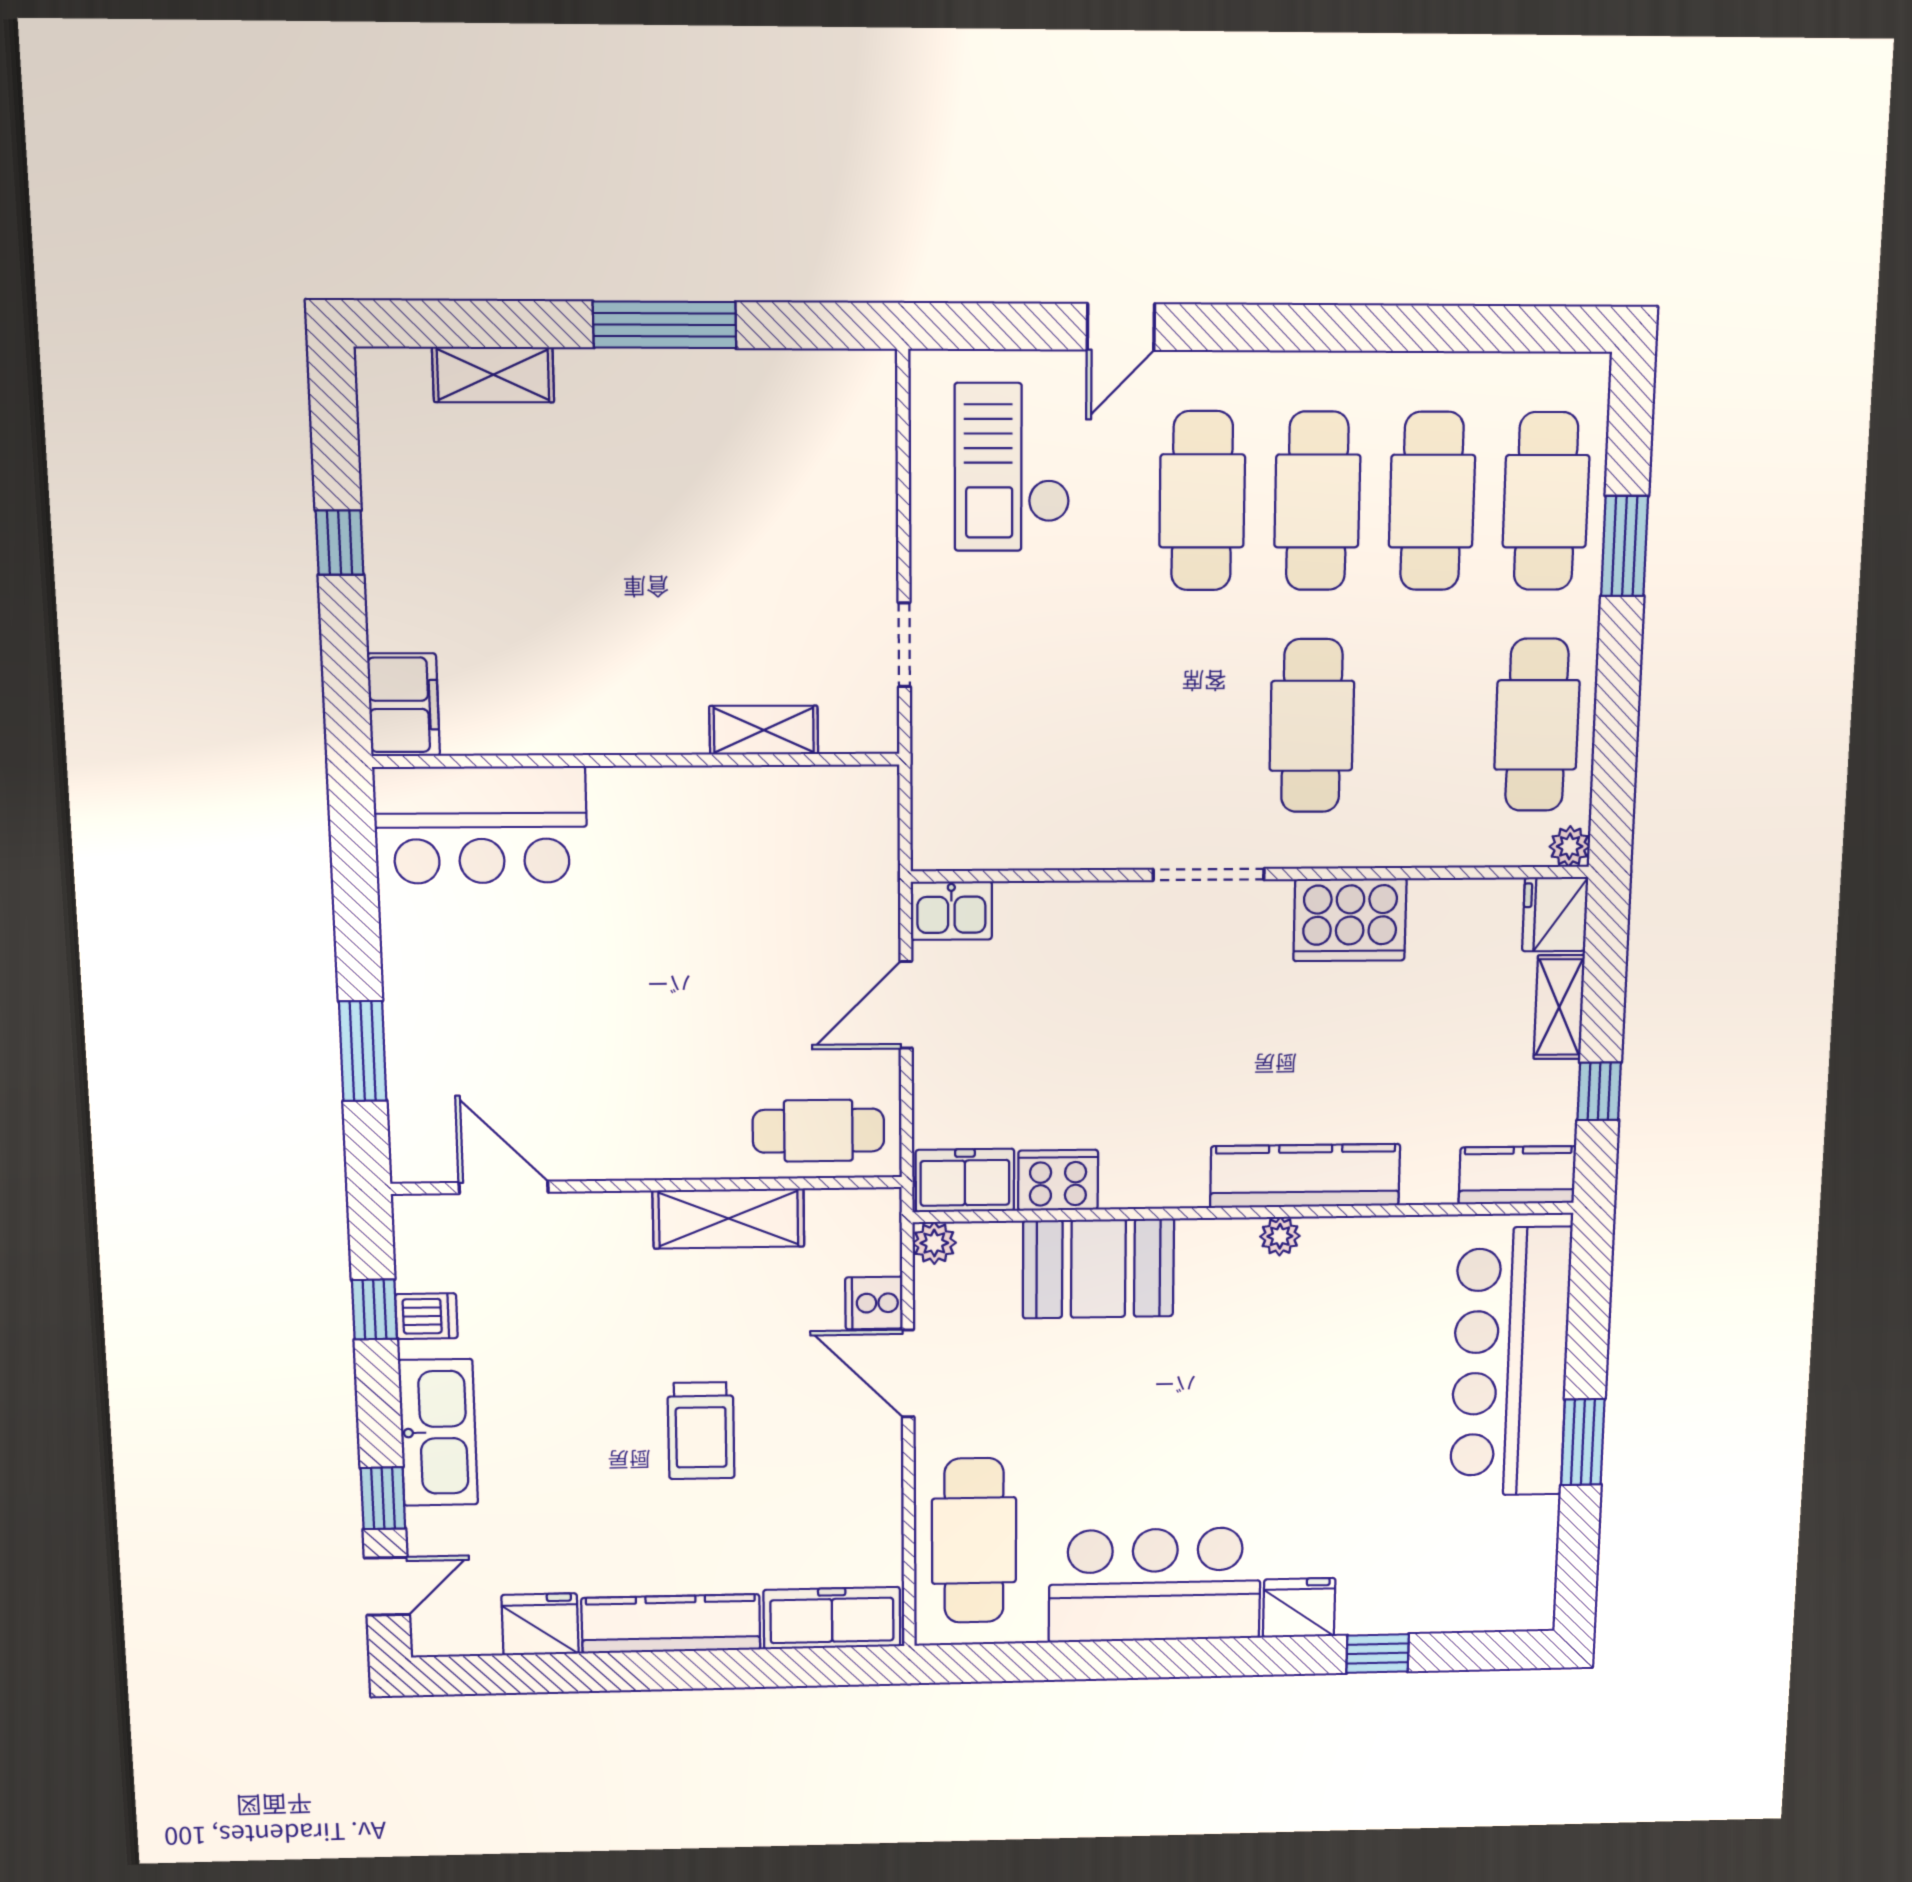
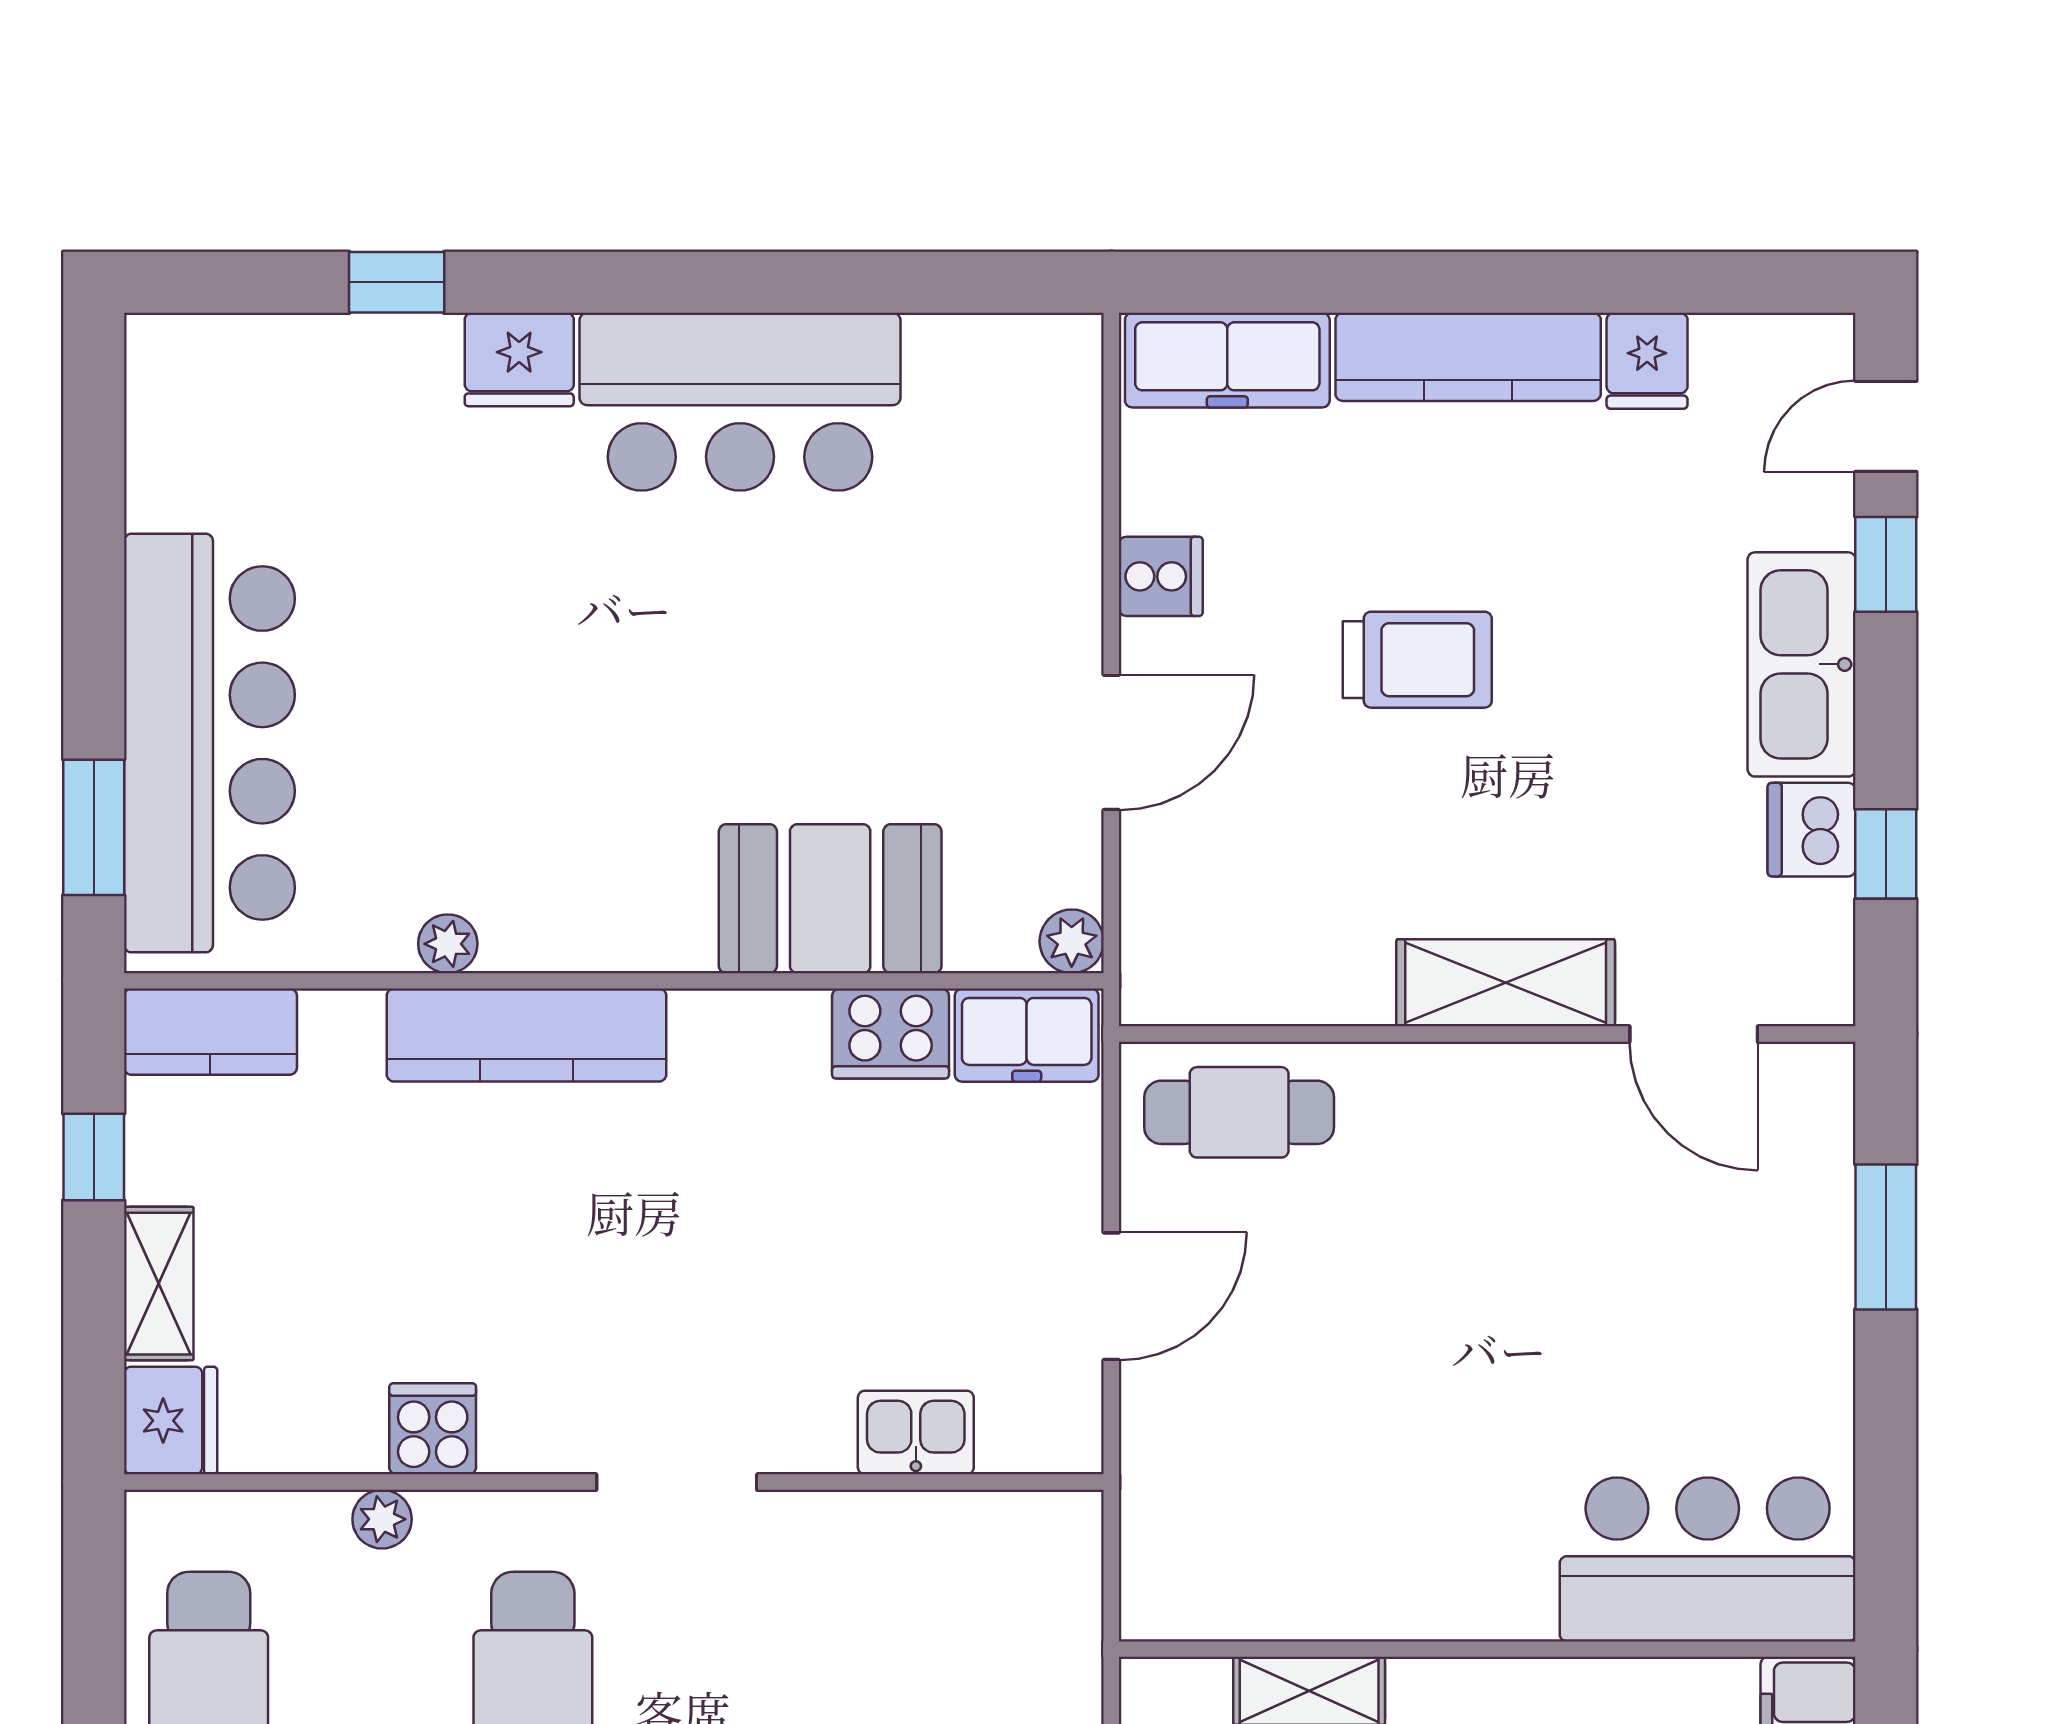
plant: (1570, 846) -> (382, 1519), moved
kitchen sink: (951, 911) -> (916, 1433), moved
cooker: (1350, 920) -> (433, 1429), width x0.53, depth x0.76
shelving: (729, 1219) -> (1506, 983), moved
plant: (1280, 1236) -> (448, 944), moved
cooker: (874, 1303) -> (1161, 576), moved
dishwasher: (426, 1316) -> (1812, 830), width x1.38
door: (908, 1373) -> (1111, 742), hinge flipped
trolley: (701, 1431) -> (1417, 660), turned 90
window: (1583, 1442) -> (94, 827), moved
cafe table: (974, 1541) -> (1014, 479), removed
fridge: (540, 1624) -> (1647, 361), width x0.72

